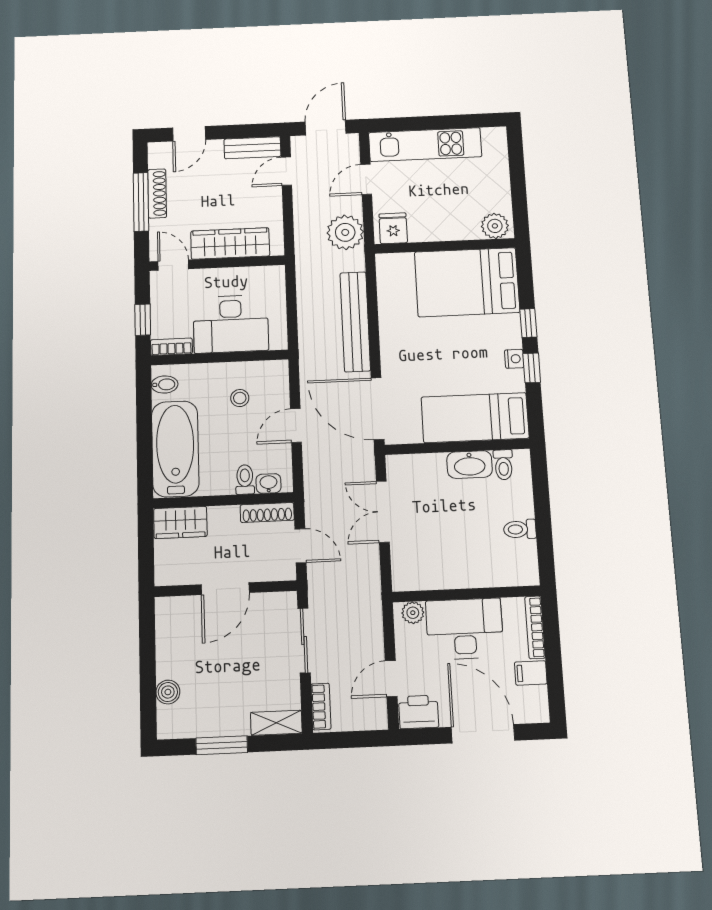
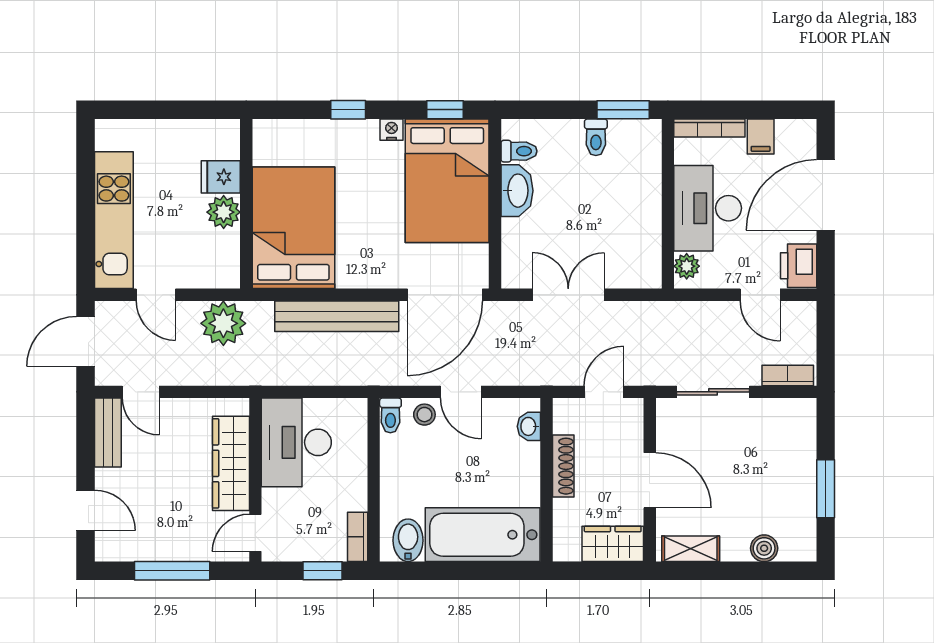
door: (326, 128) -> (85, 341), hinge flipped
shoe rack: (157, 193) -> (162, 551), removed
plant: (495, 226) -> (224, 212), moved
fridge: (393, 228) -> (221, 177), moved
bed: (467, 282) -> (293, 228), moved, turned 180
desk: (231, 324) -> (296, 442), moved, turned 180
window: (532, 368) -> (445, 110), moved
bidet: (165, 384) -> (408, 540), width x1.38, depth x1.36
stool: (240, 398) -> (424, 415), moved
bed: (475, 418) -> (447, 181), width x1.50
toilet: (245, 479) -> (390, 415), moved, turned -90
double door: (383, 512) -> (568, 295), swing flipped
shoe rack: (267, 513) -> (563, 466), moved
wardrobe: (180, 522) -> (613, 544), moved, turned -90
window: (545, 552) -> (623, 110), added
shelving: (276, 723) -> (691, 549), moved, turned 90

